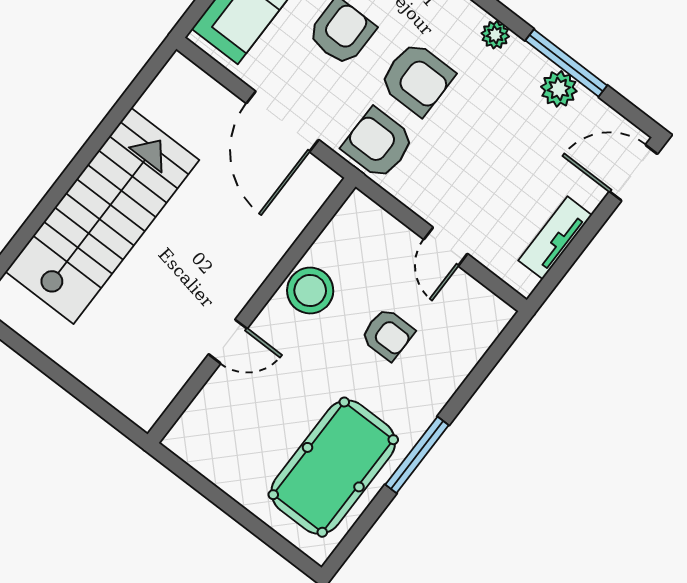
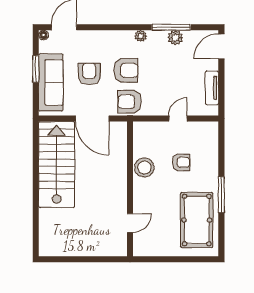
stairs: (102, 216) -> (57, 165), moved
door: (446, 247) -> (178, 119), swing flipped
door: (228, 341) -> (130, 223), moved

